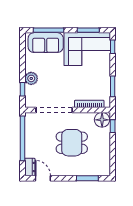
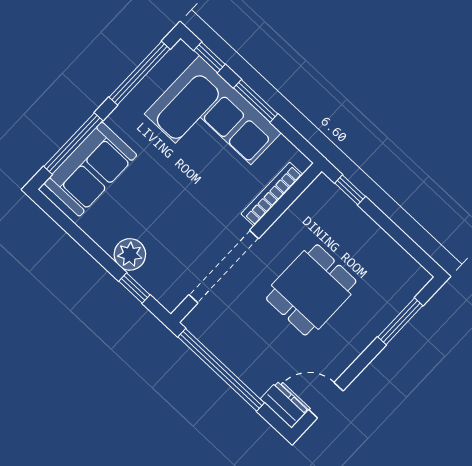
window: (88, 30) -> (140, 73), width x1.44
corner sofa: (87, 49) -> (213, 123), moved, turned 90
window: (113, 86) -> (256, 101), moved
floor lamp: (102, 120) -> (321, 198), removed

